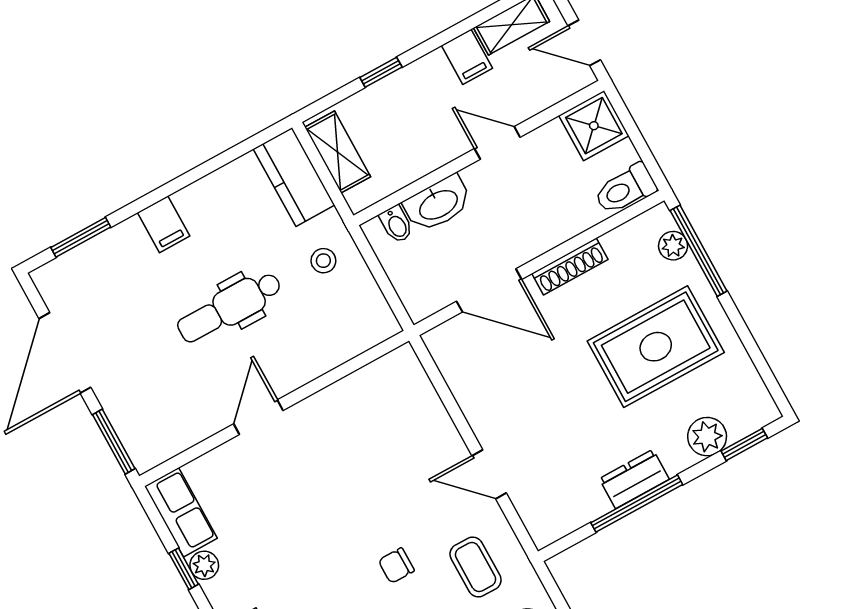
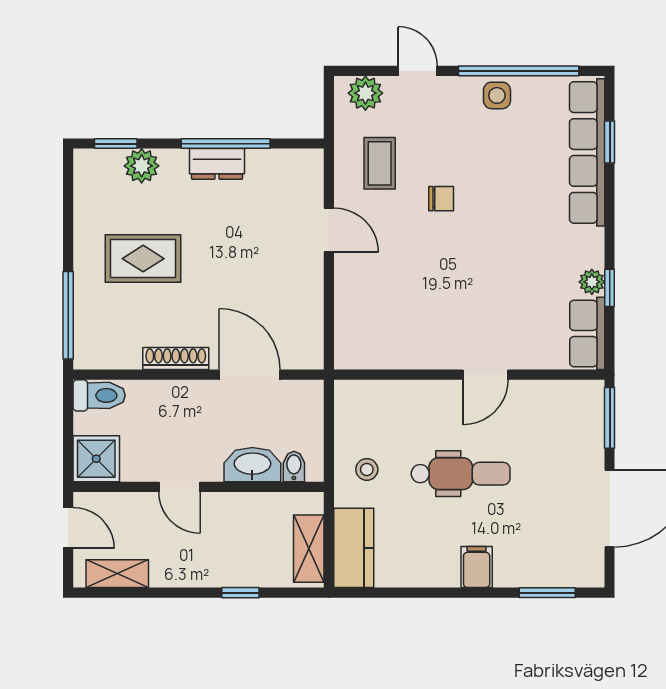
filing cabinet: (467, 57) -> (166, 568), removed
plant: (673, 246) -> (86, 330), removed
rug: (656, 347) -> (143, 259), width x0.73, depth x0.70

